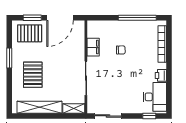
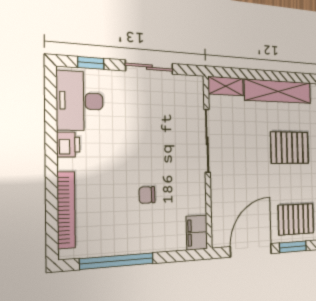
filing cabinet: (93, 47) -> (197, 233), moved
pallet: (33, 75) -> (290, 148), turned 90
sliding door: (108, 116) -> (149, 67), moved

